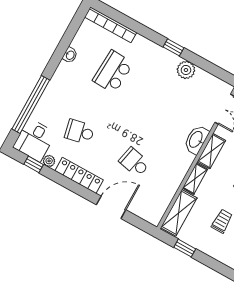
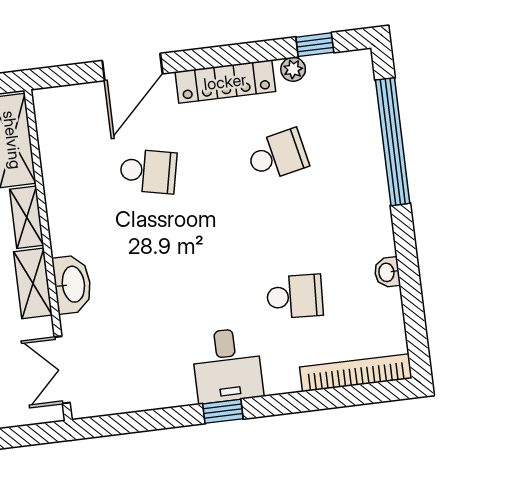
plant: (186, 70) -> (174, 389), removed
school desk: (113, 72) -> (295, 296), width x0.54
desk: (34, 140) -> (227, 365), moved, turned 180

